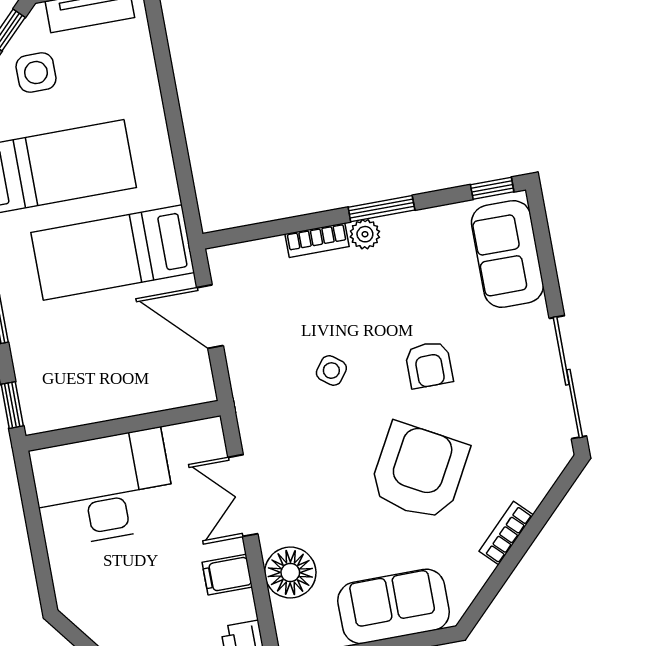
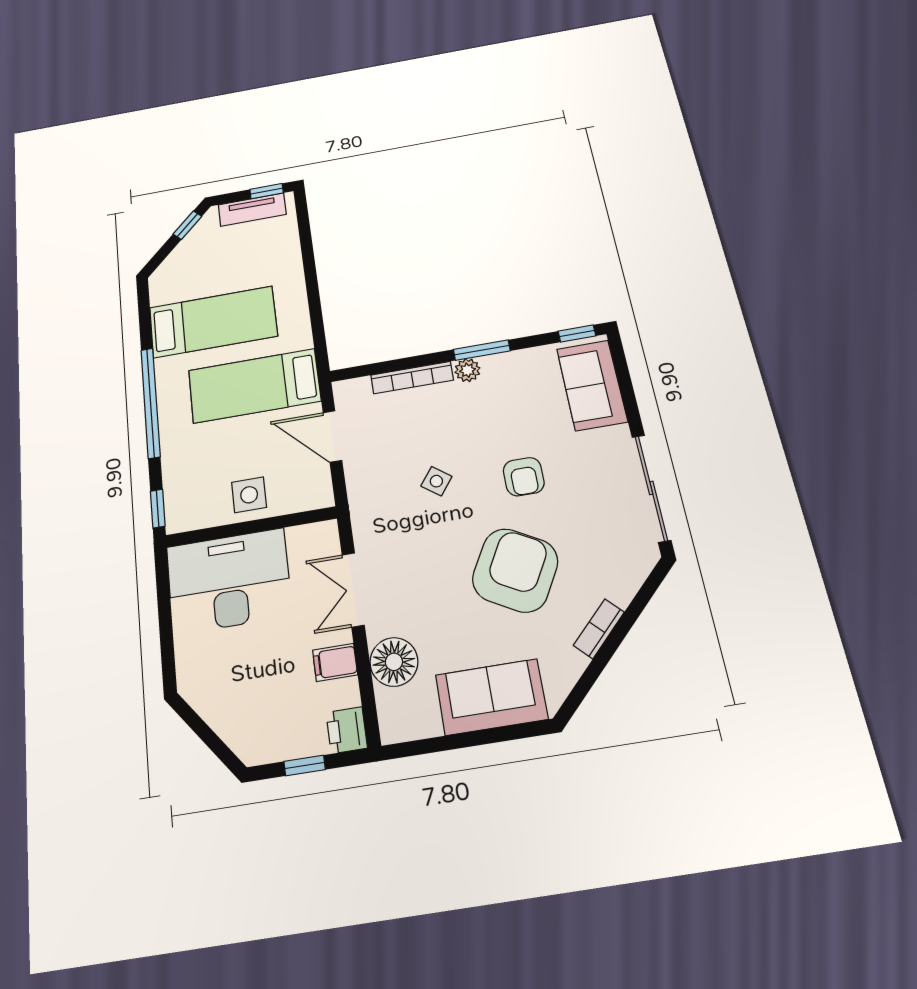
side table: (36, 73) -> (249, 495), moved
bookcase: (317, 240) -> (412, 378), width x1.56

